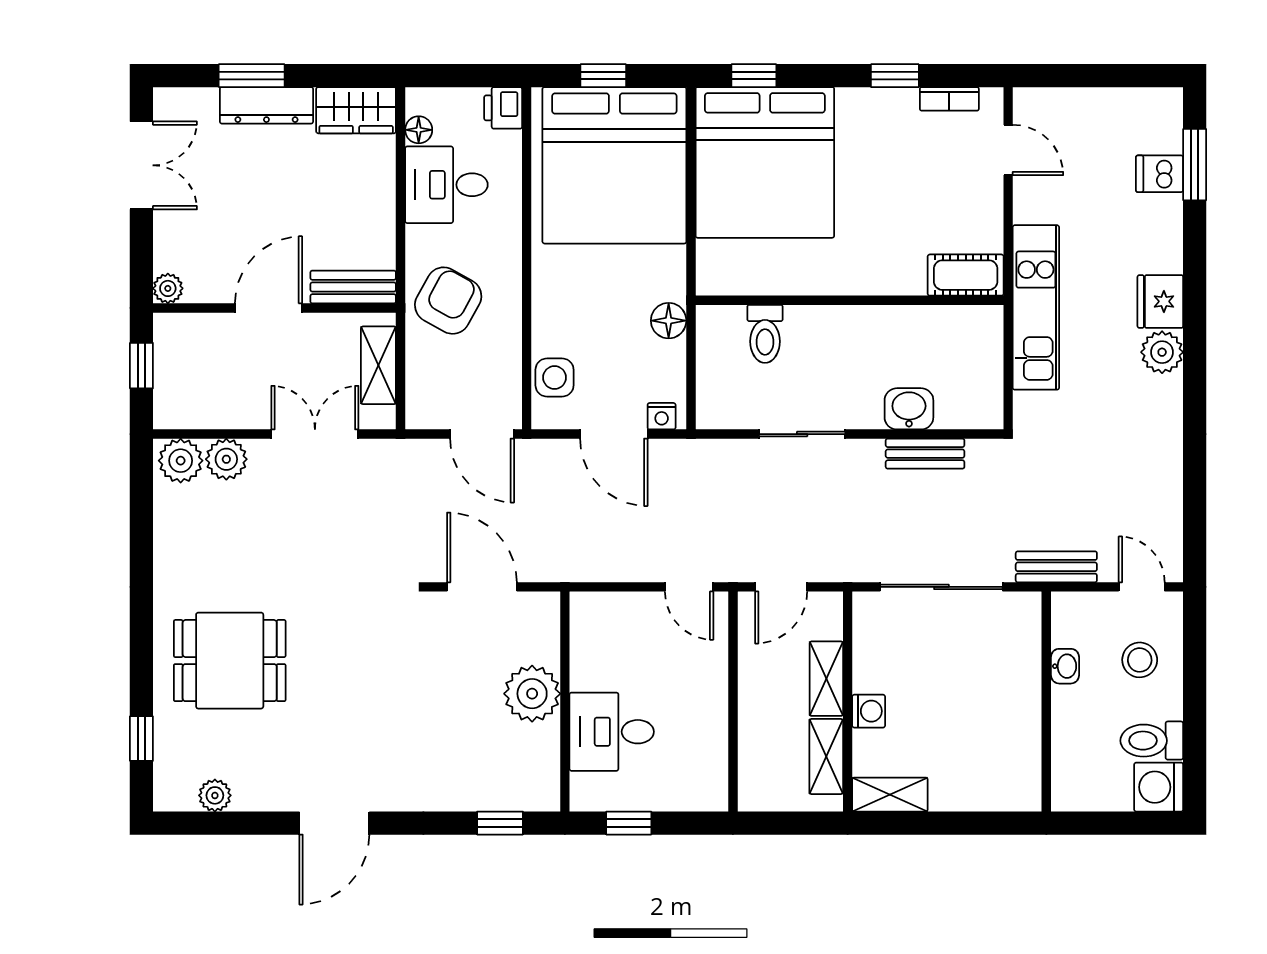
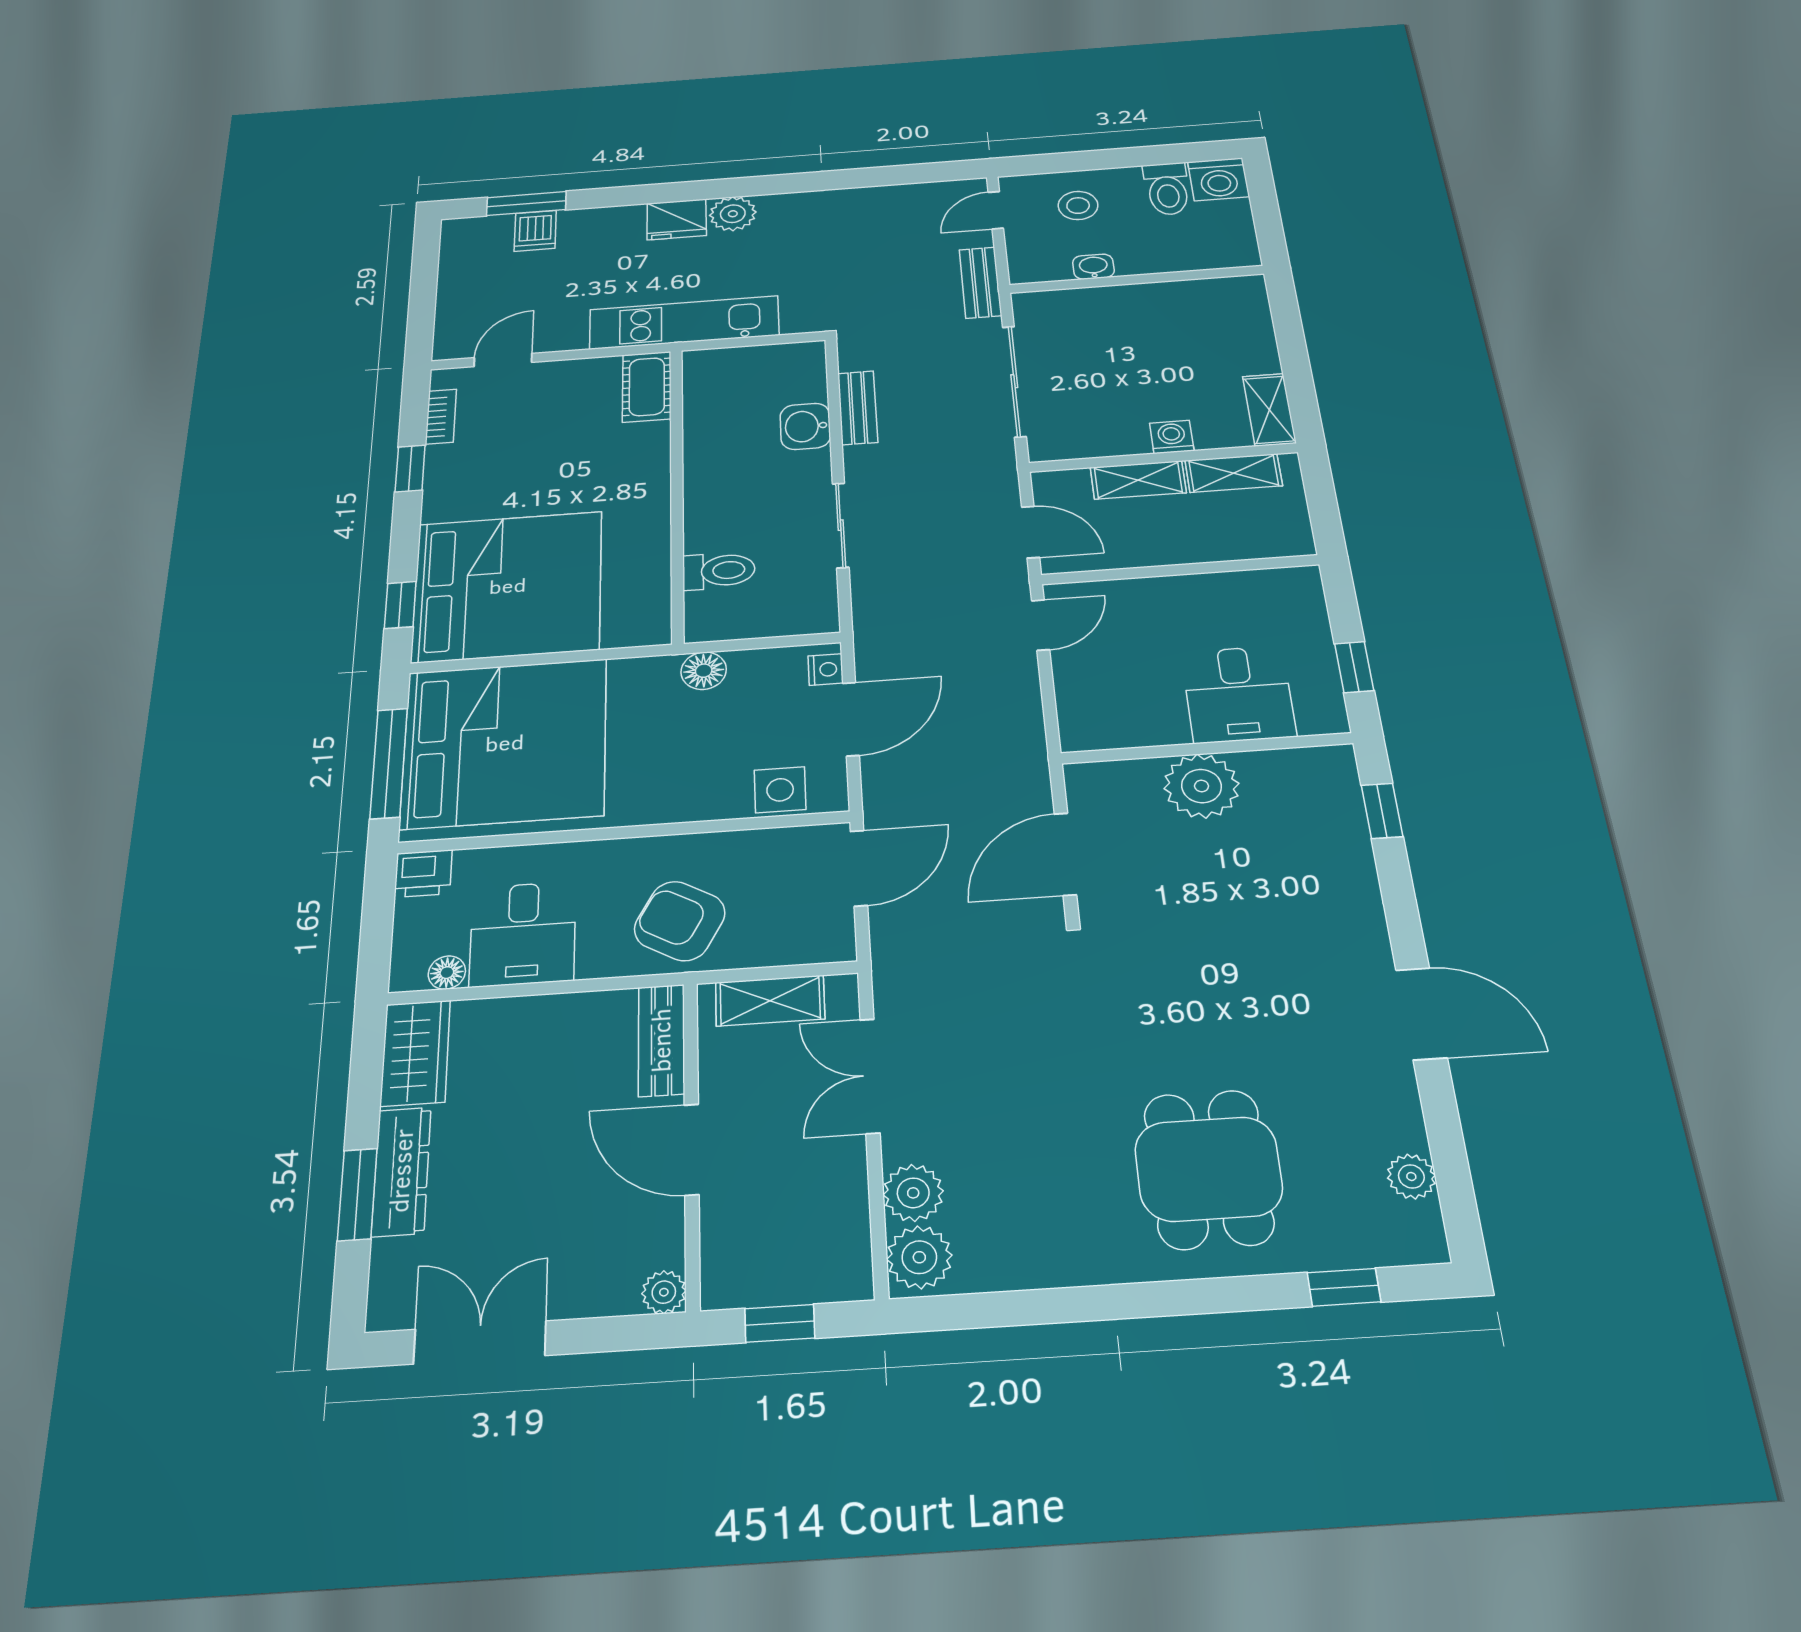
window: (603, 76) -> (389, 763), width x2.17

